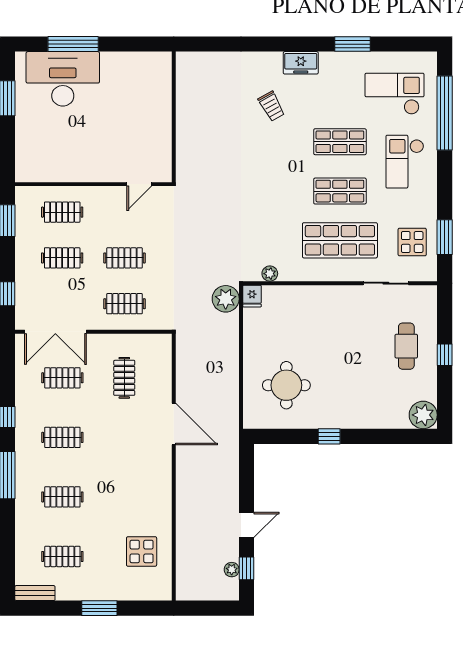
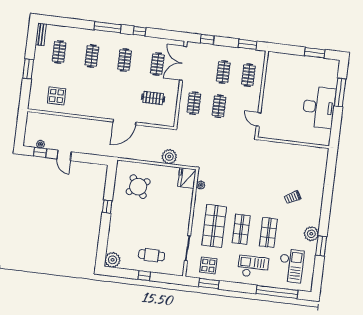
freezer: (301, 63) -> (314, 216), removed
plant: (333, 65) -> (311, 234), added
desk: (63, 79) -> (319, 107), moved
fridge: (252, 296) -> (187, 178), width x1.88, depth x1.34
plant: (226, 299) -> (169, 157), moved
round table: (286, 385) -> (138, 187), turned -36

